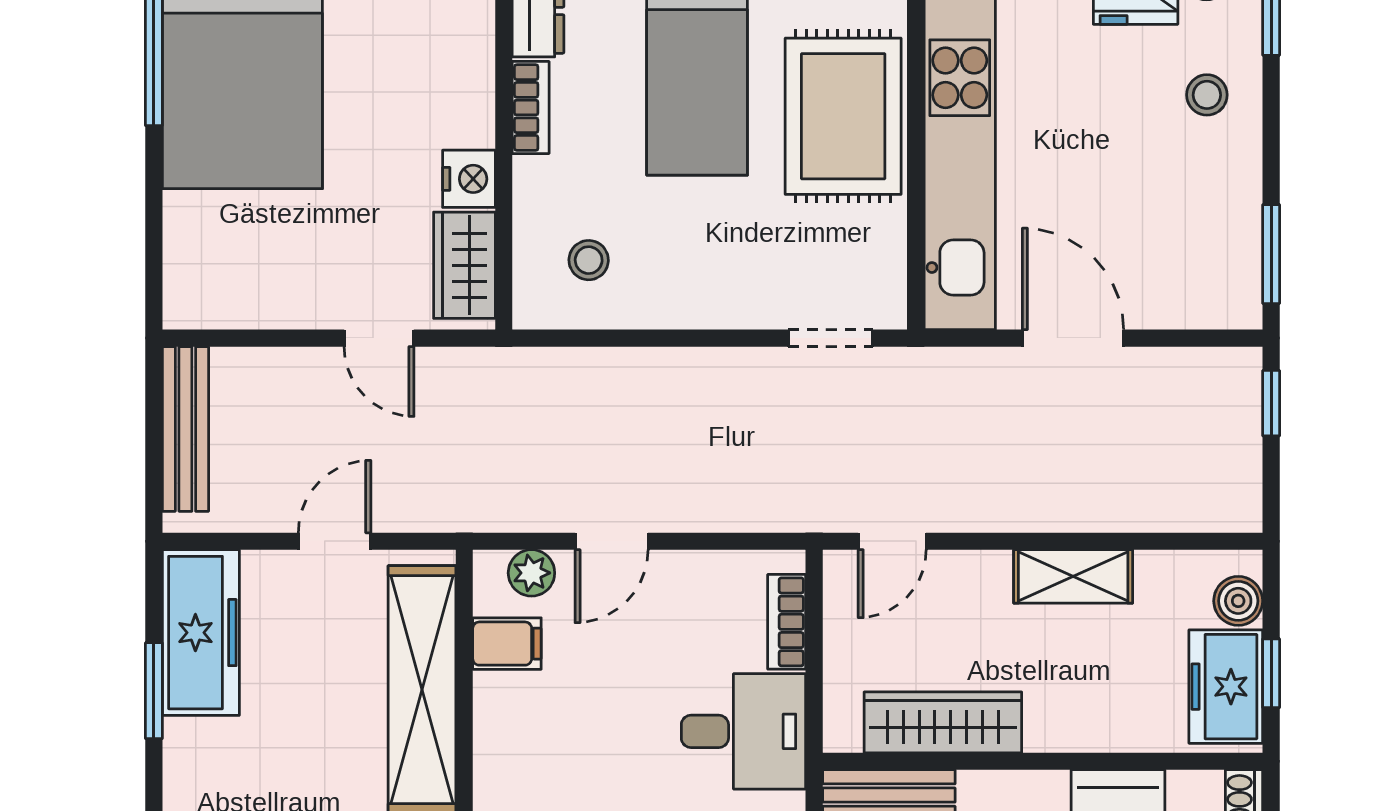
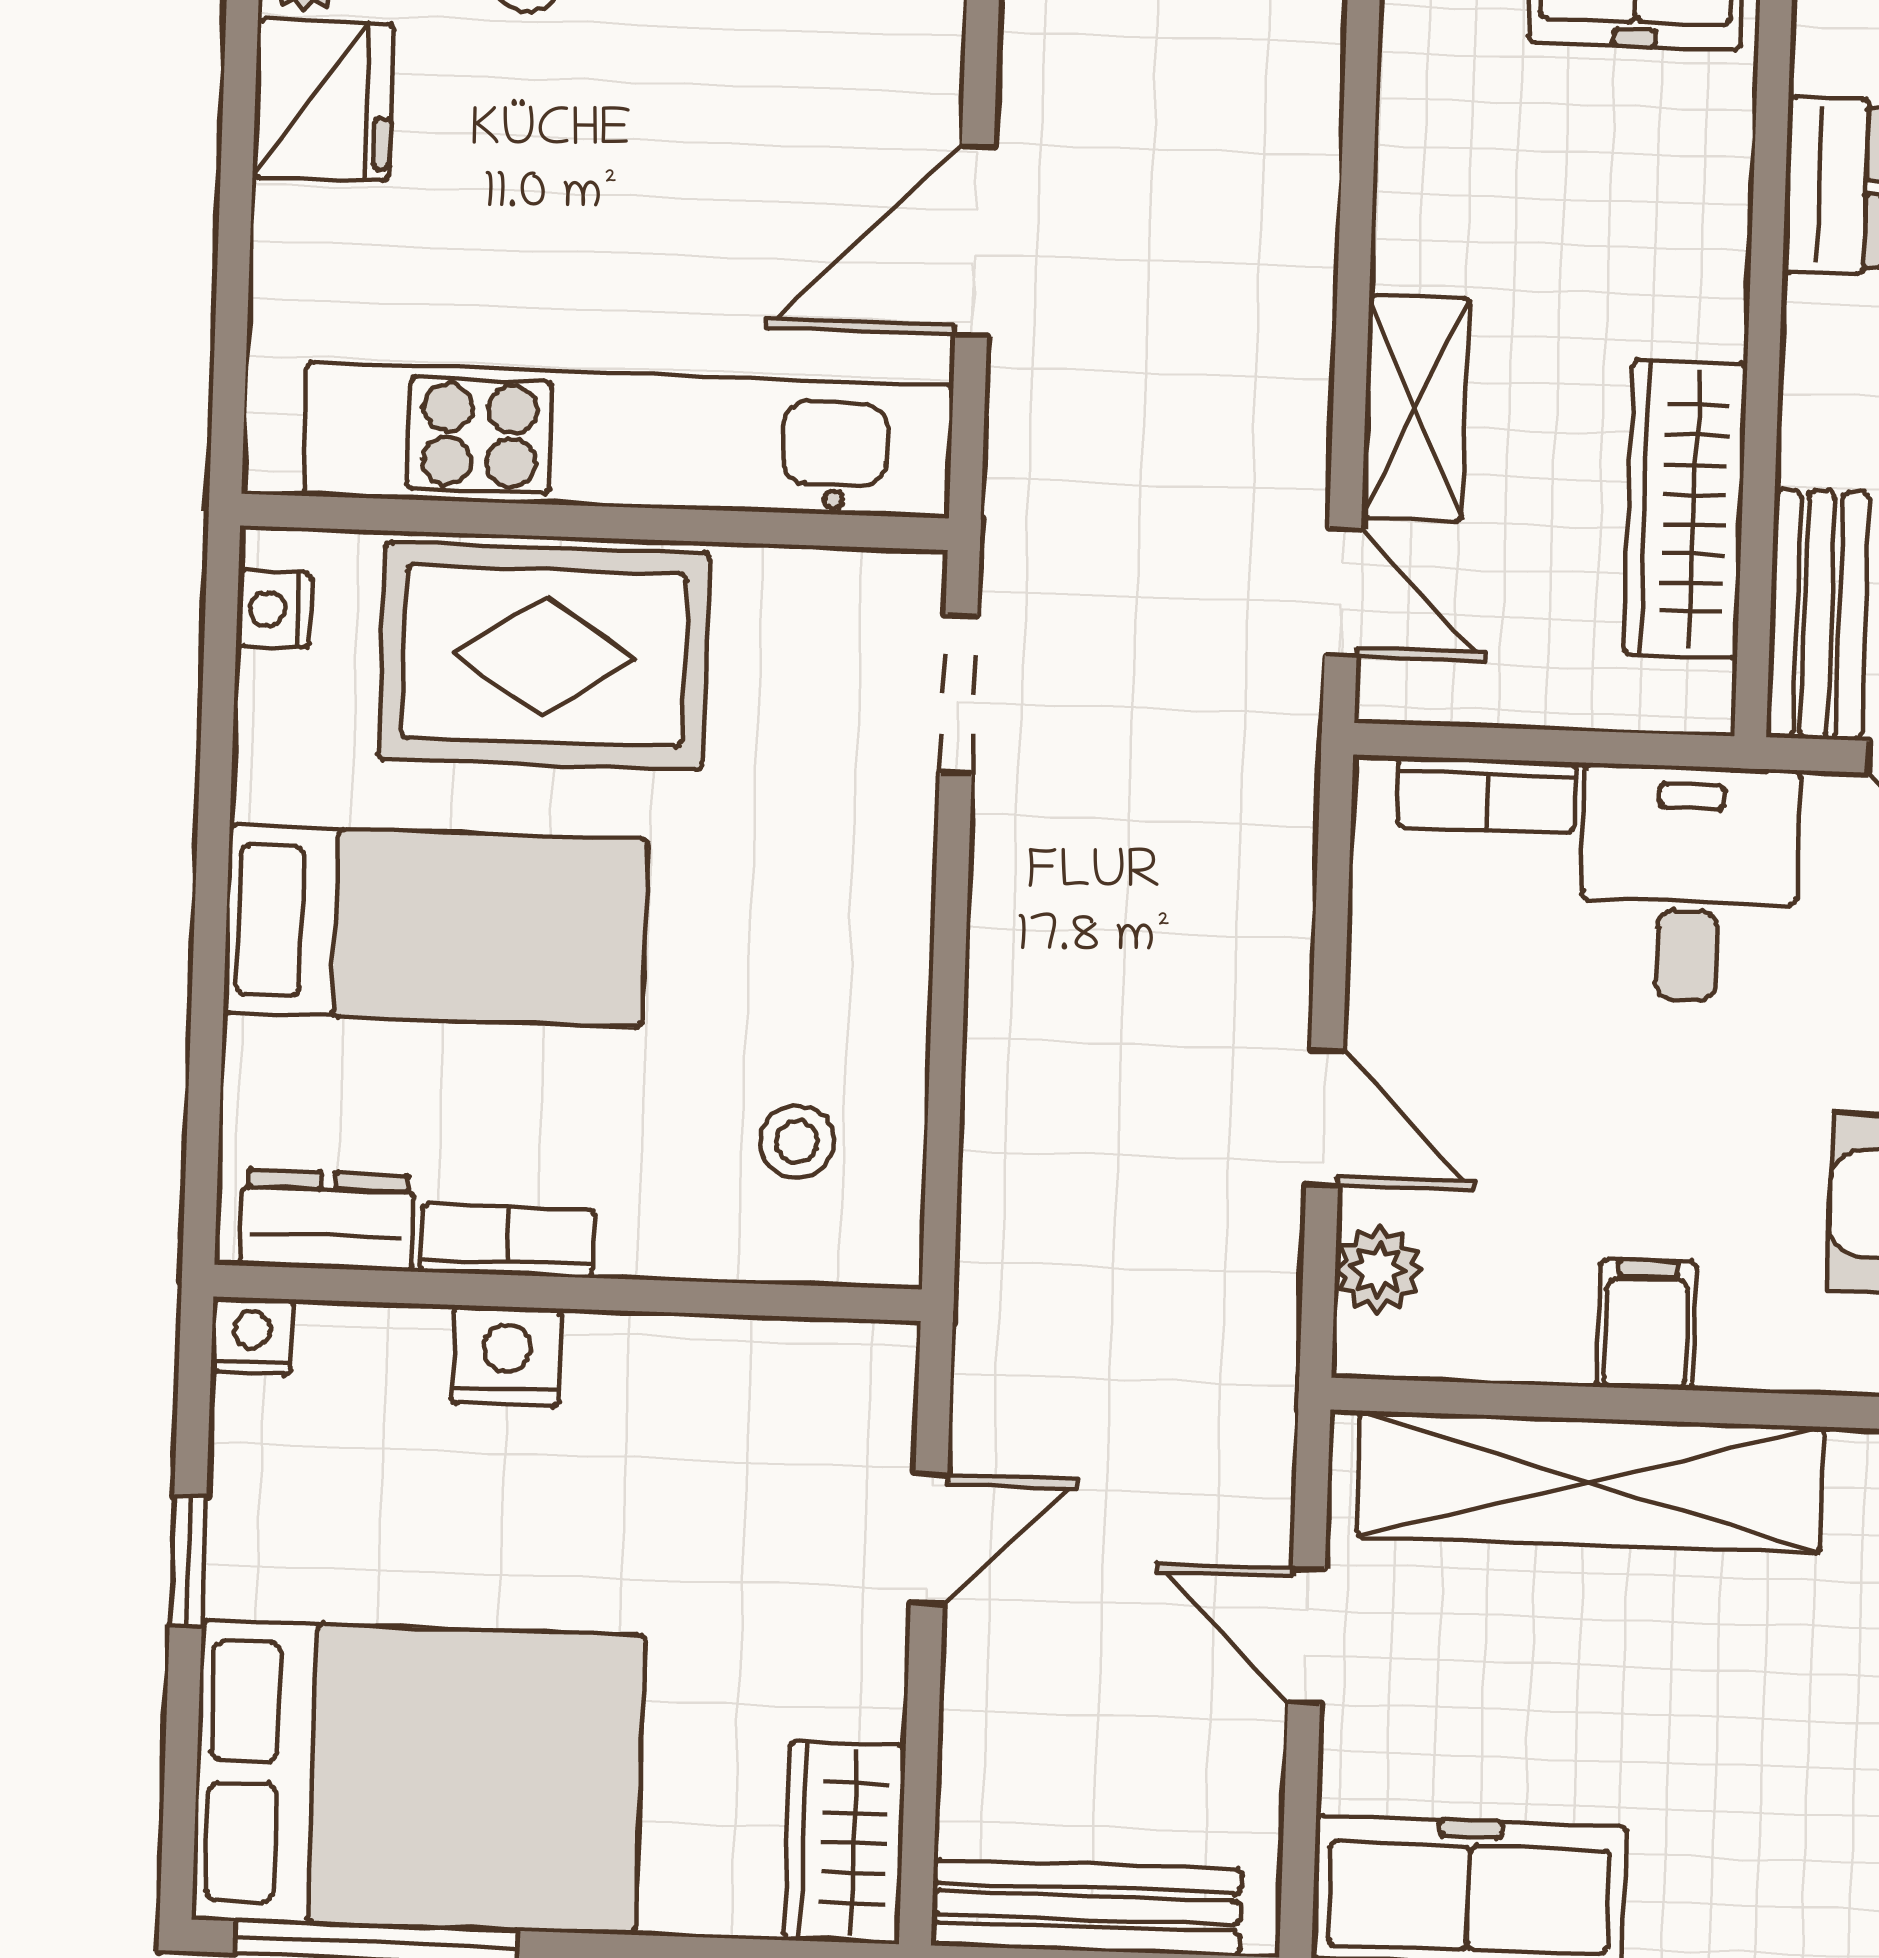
nightstand: (469, 179) -> (507, 1356), moved
wardrobe: (464, 265) -> (845, 1843), moved, turned 90
shelving: (1073, 576) -> (1415, 408), moved
filing cabinet: (507, 644) -> (1646, 1325), moved

